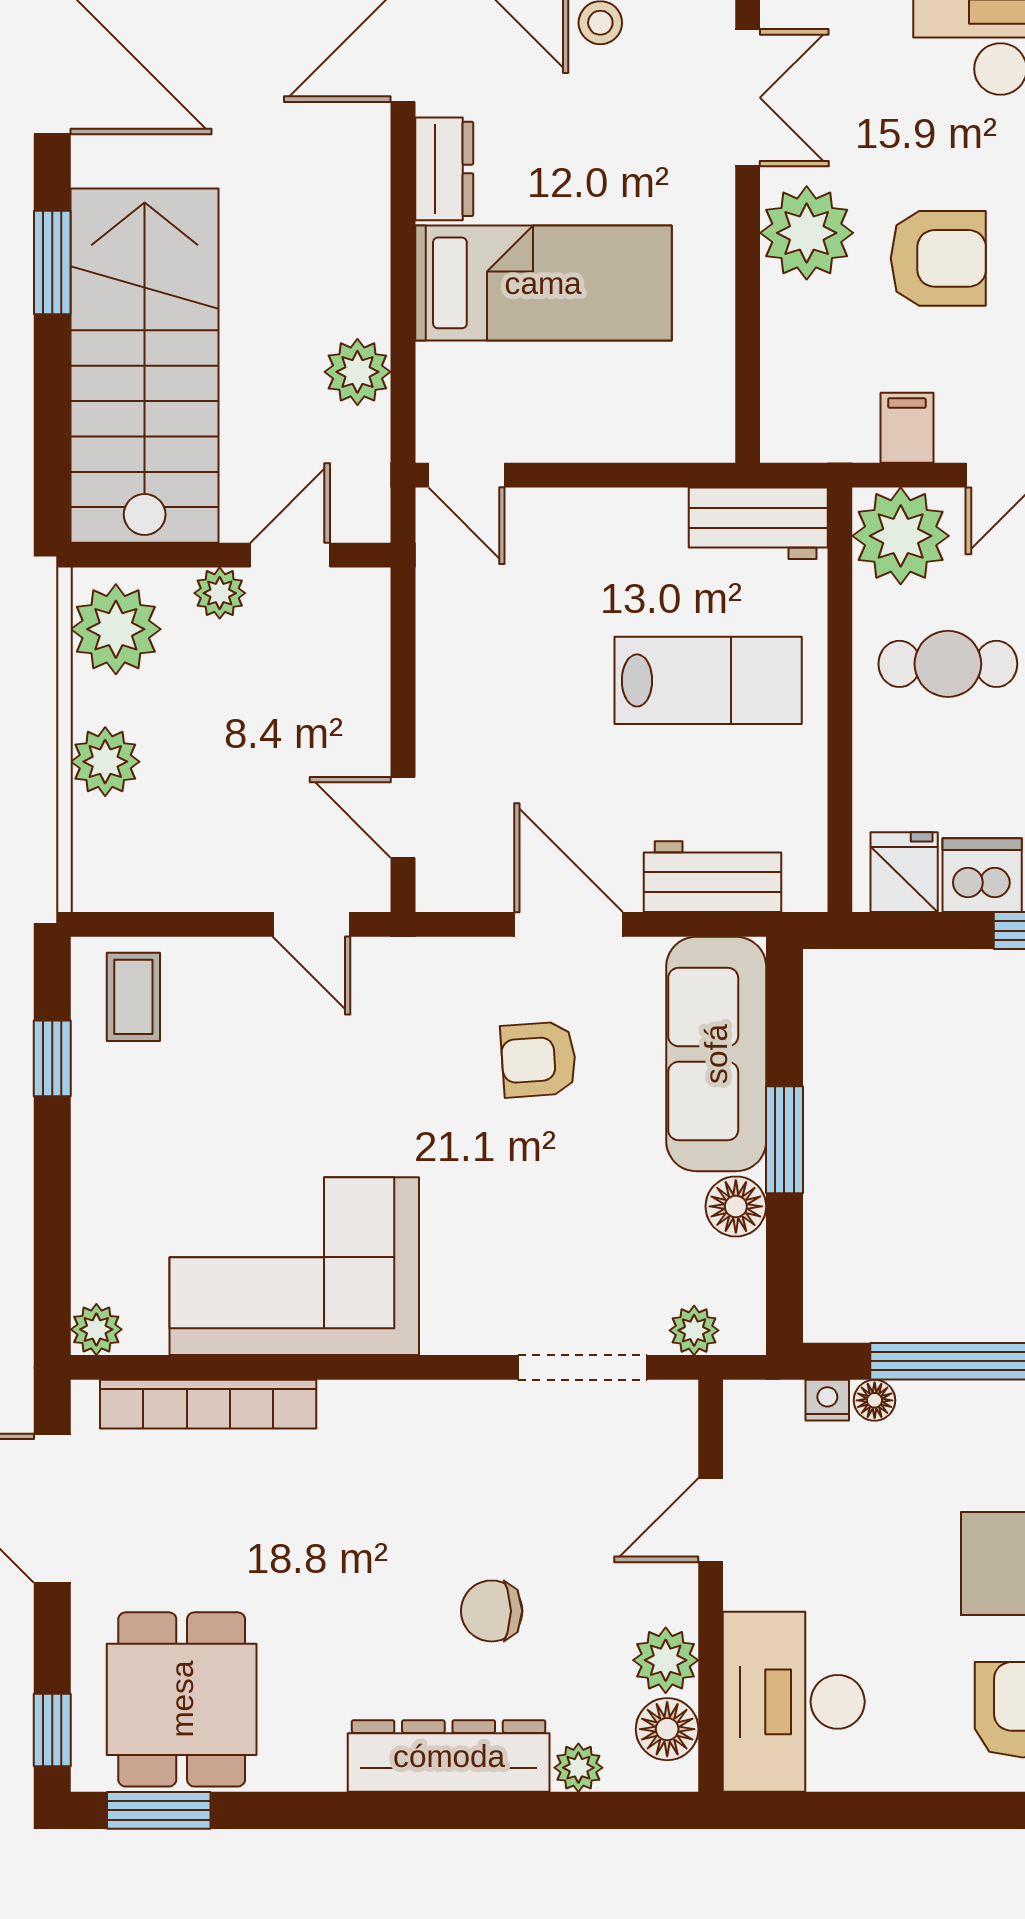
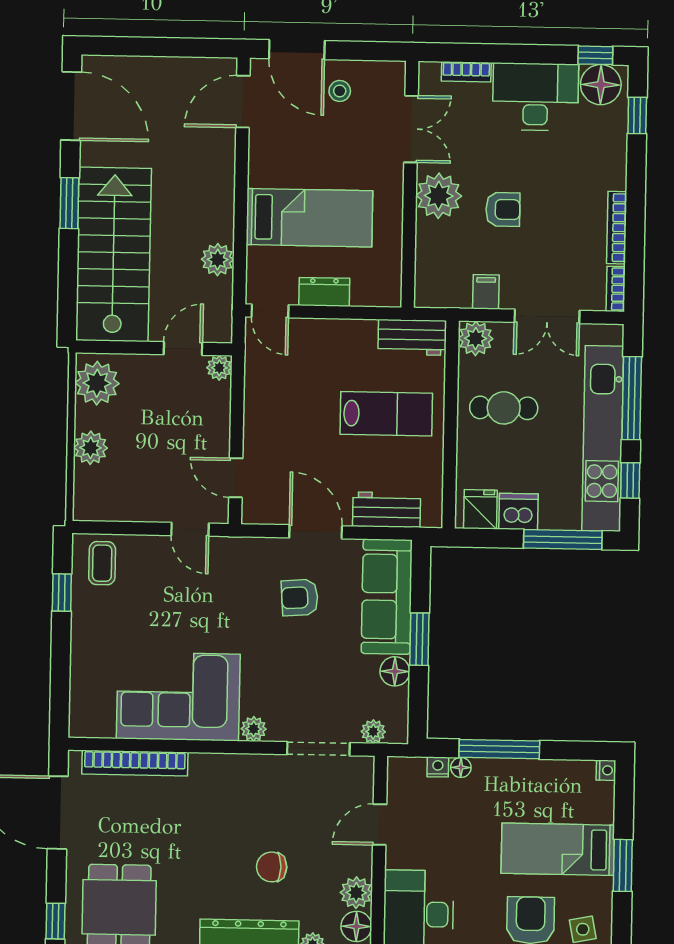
dresser: (444, 169) -> (324, 292), moved, turned -90
armchair: (938, 258) -> (503, 209), width x0.72, depth x0.72
plant: (901, 536) -> (476, 338), width x0.73, depth x0.73
plant: (220, 593) -> (219, 368), moved
plant: (96, 1329) -> (254, 729), moved

